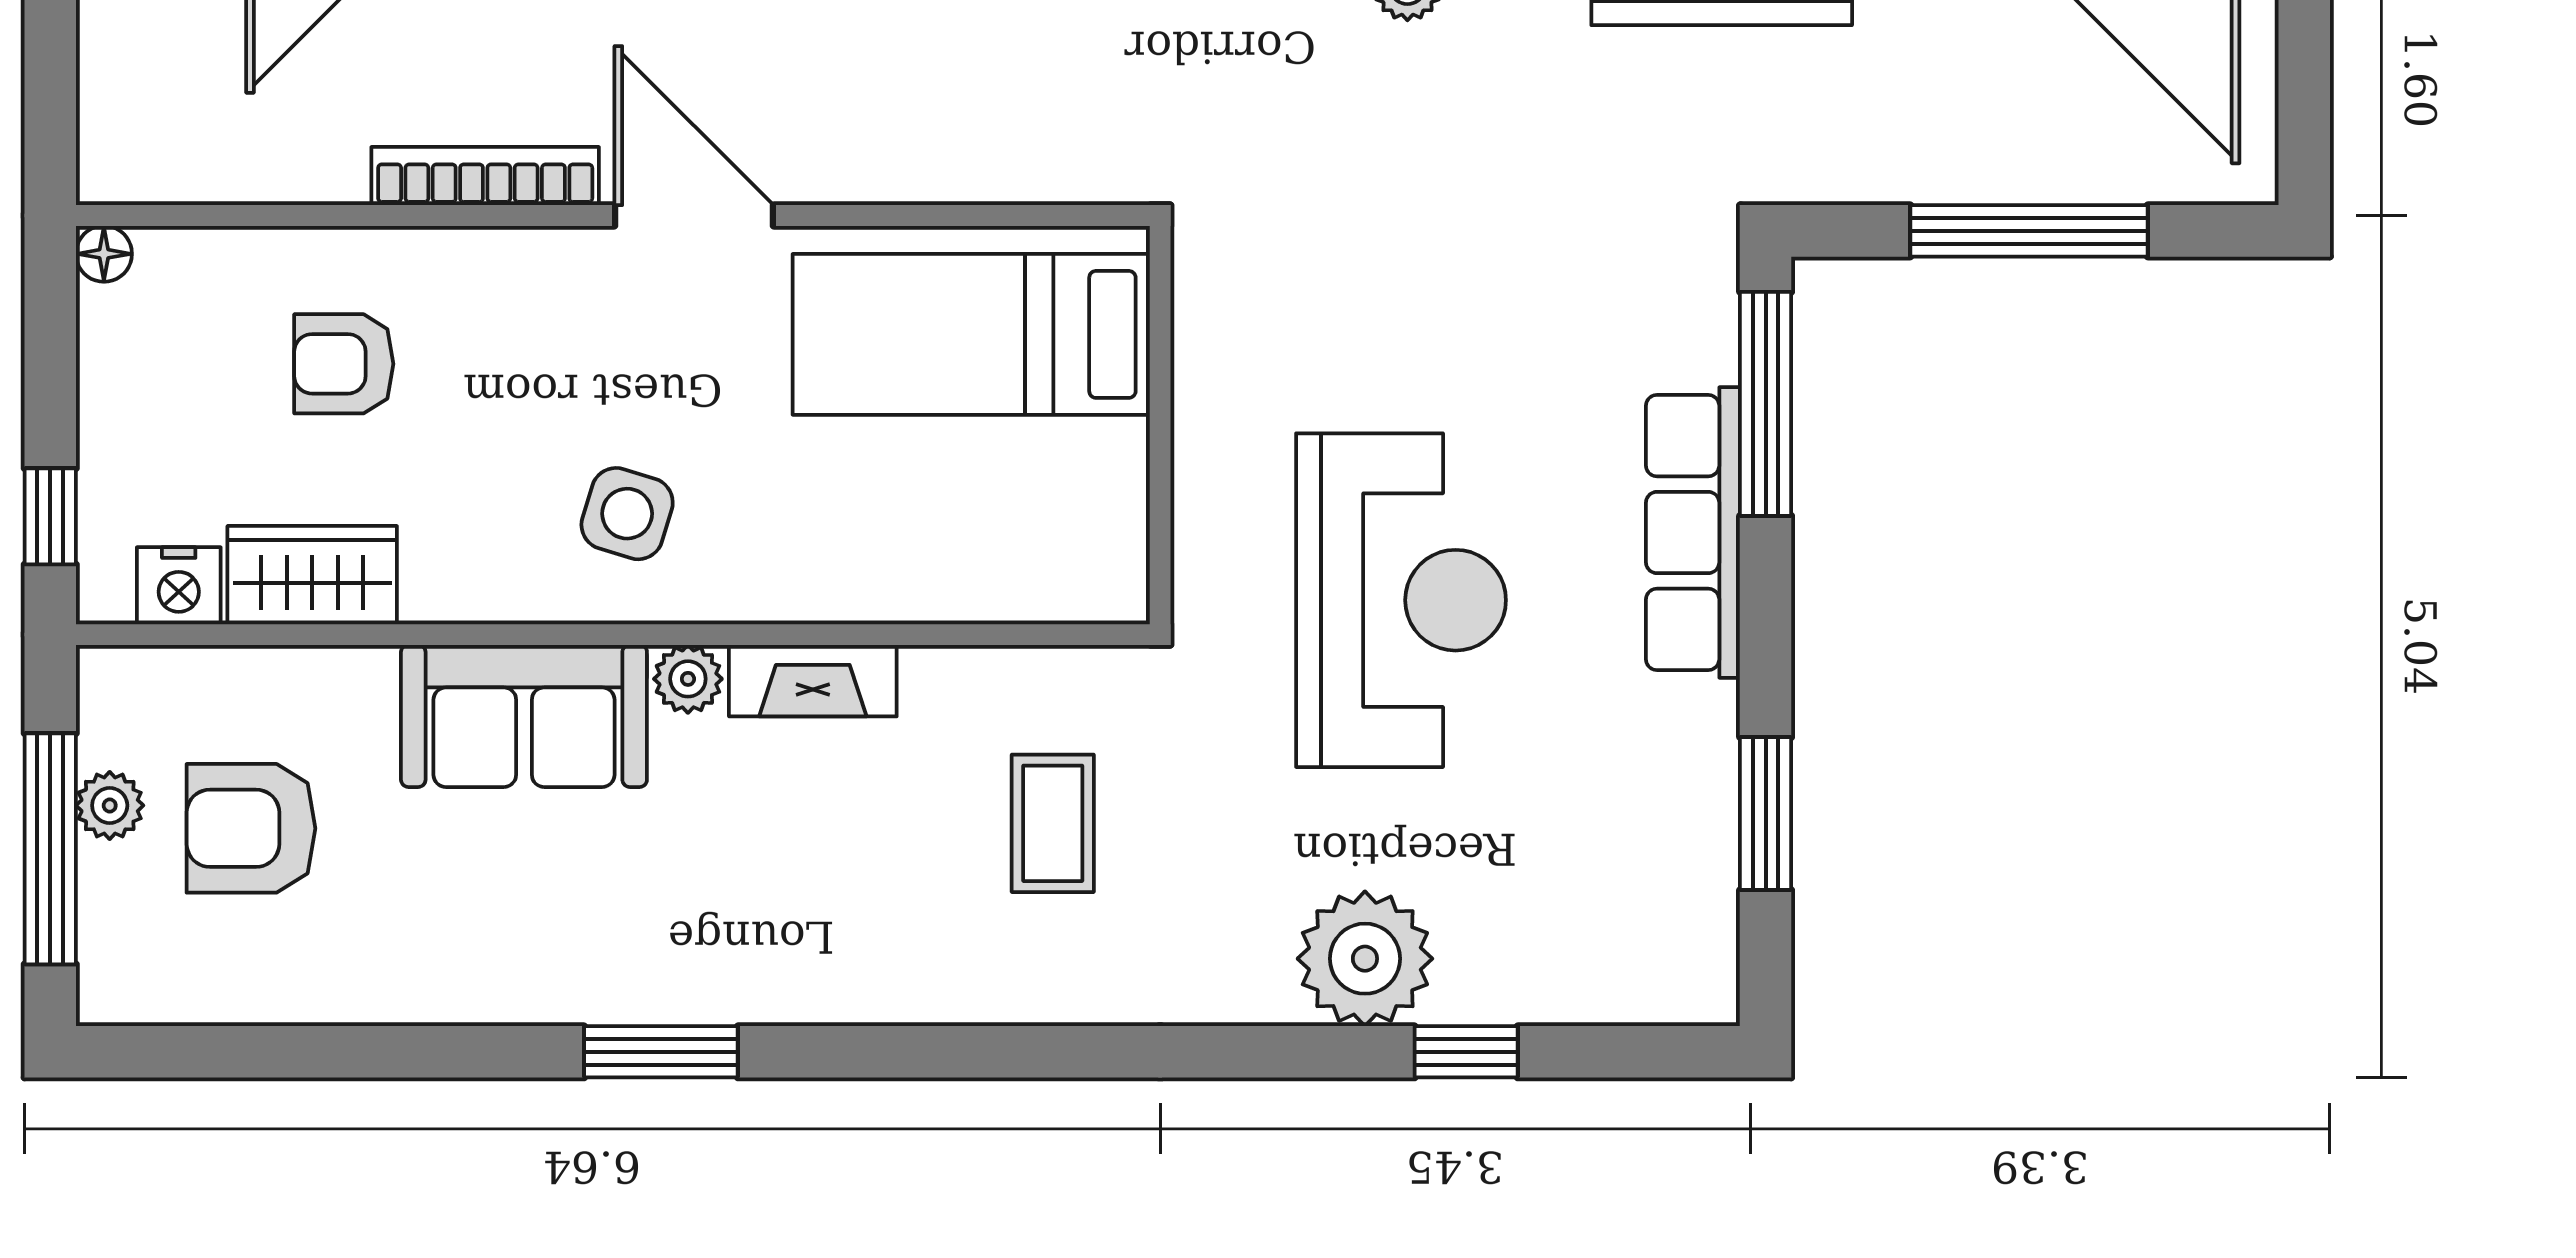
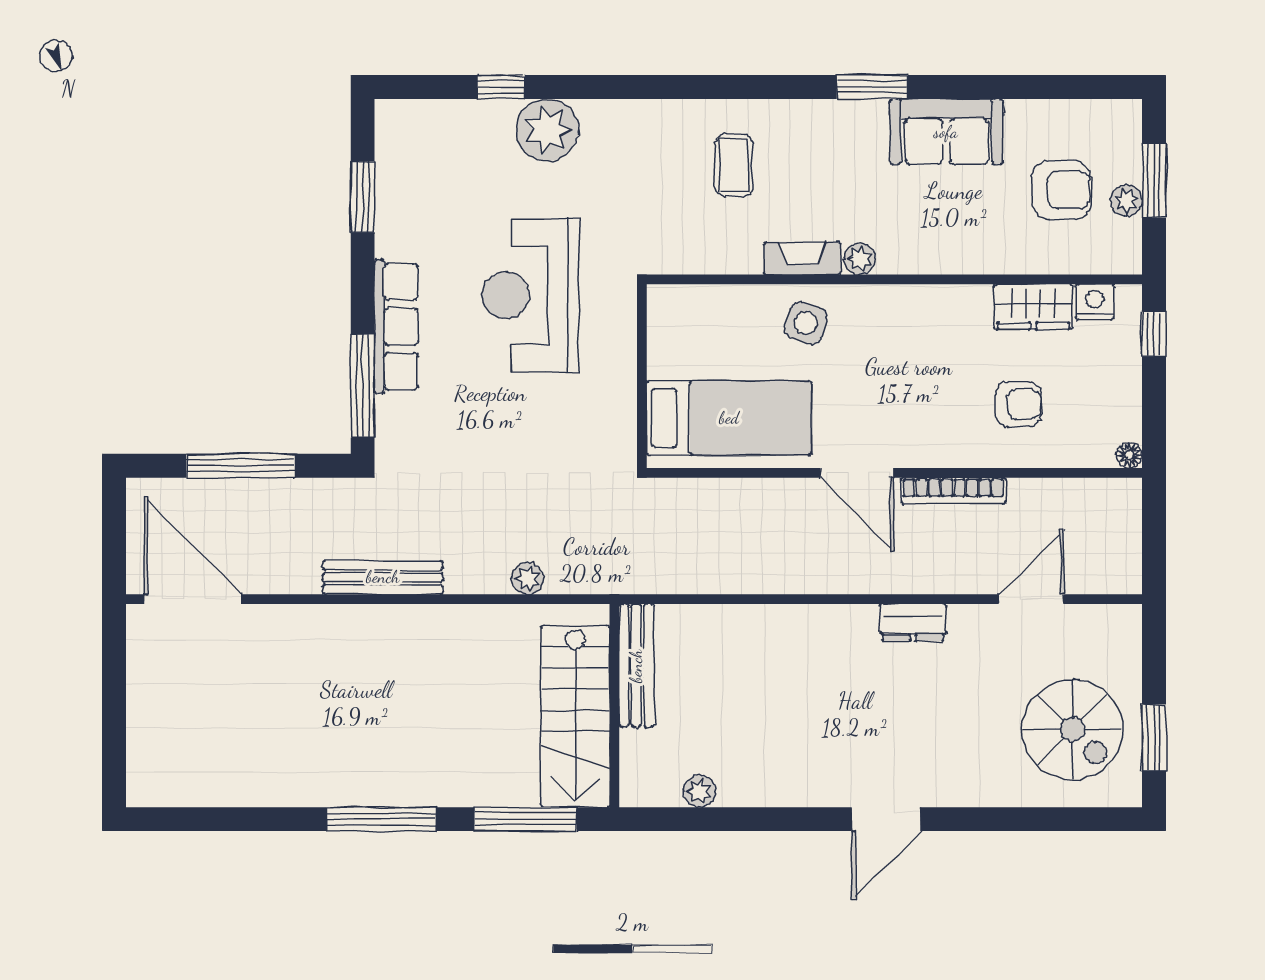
side table: (627, 514) -> (806, 323), moved
sofa: (524, 716) -> (946, 132), moved, turned 180
coffee table: (1053, 823) -> (734, 165), moved
window: (50, 849) -> (1154, 181), width x0.69

